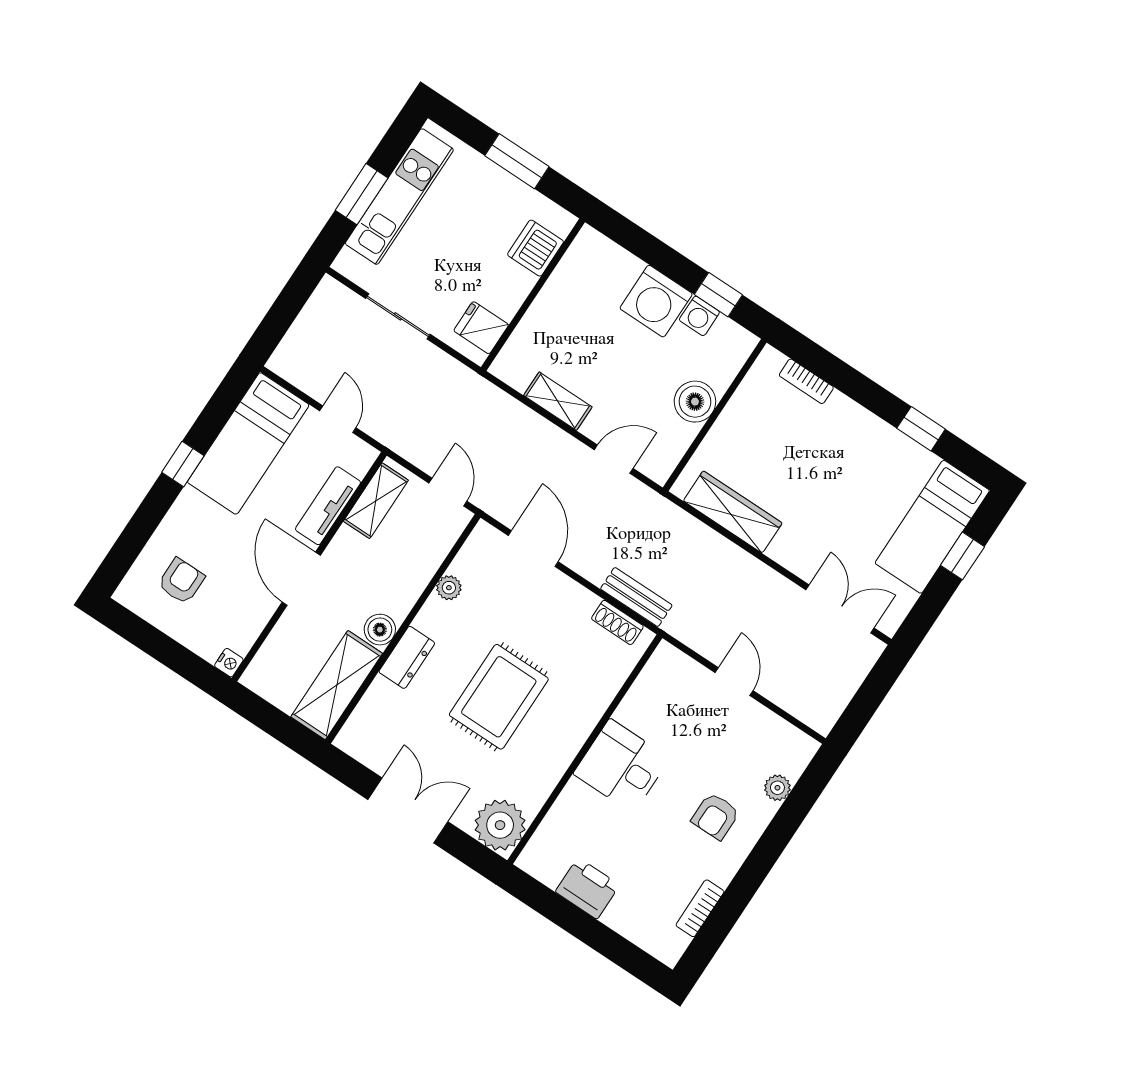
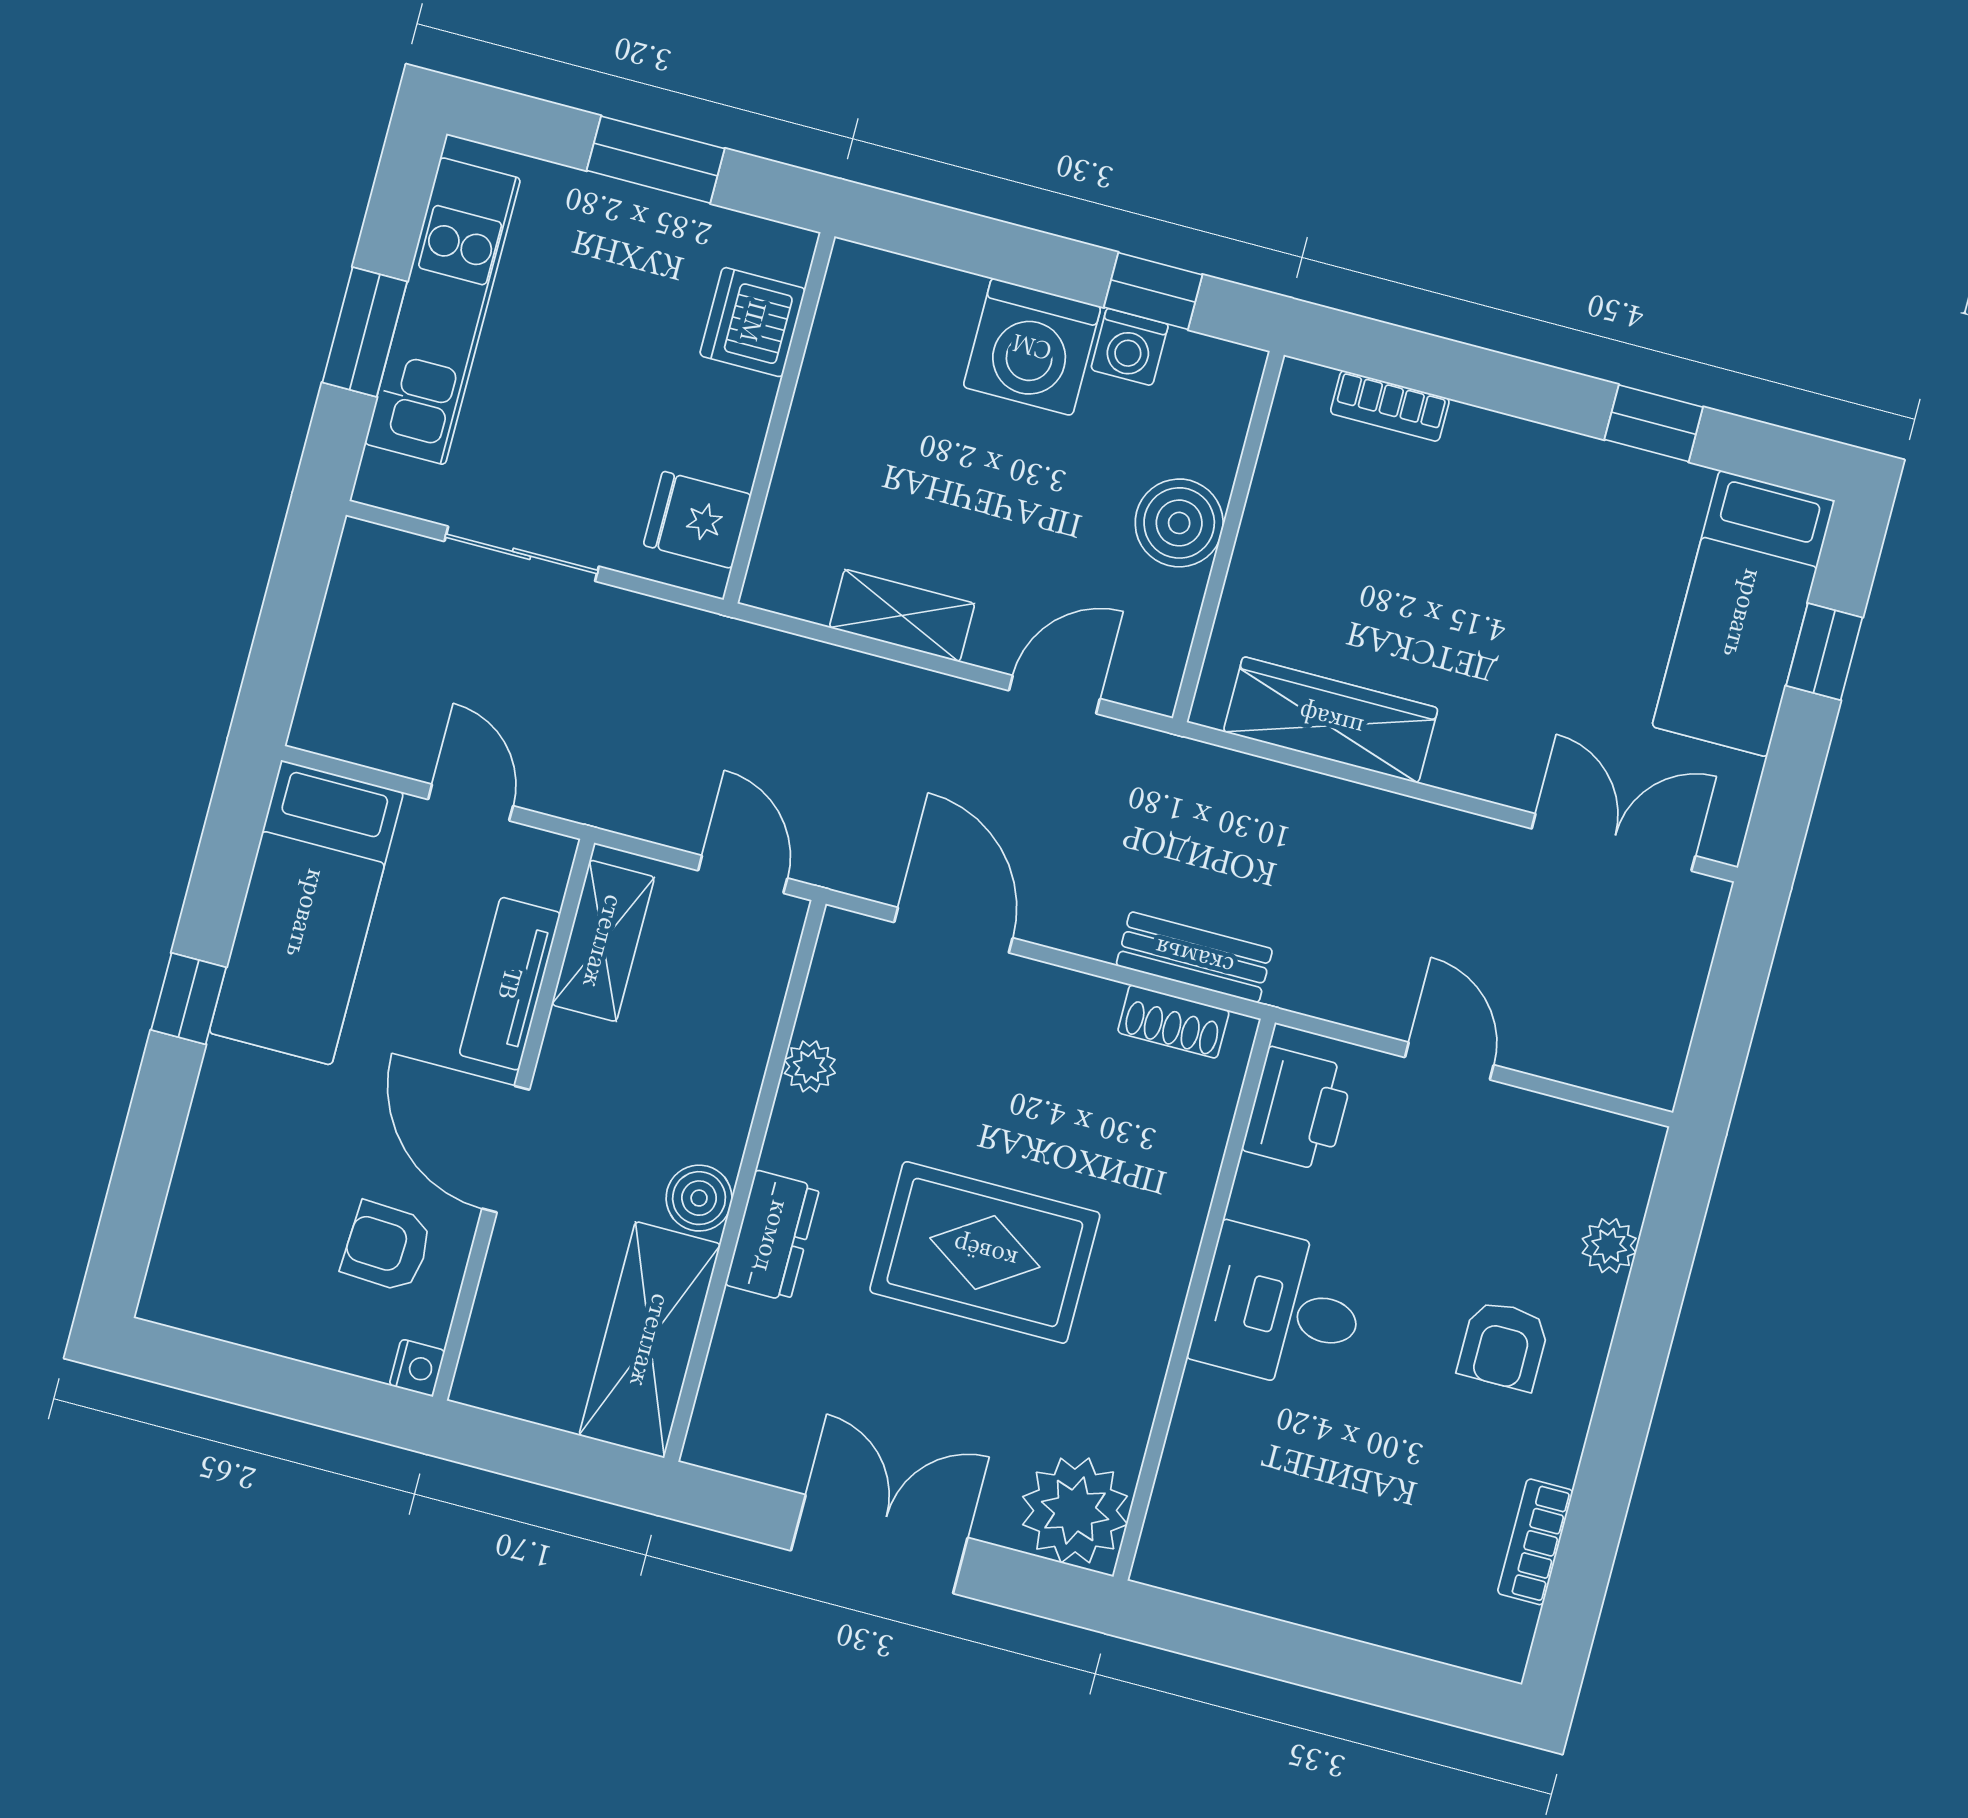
armchair: (181, 581) -> (387, 1247), moved, turned -87
rug: (499, 697) -> (985, 1252), turned 90
printer: (587, 888) -> (1298, 1109), moved, turned 90

